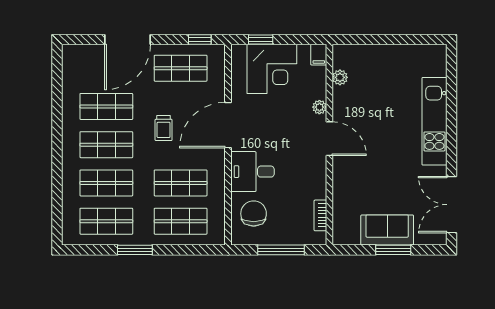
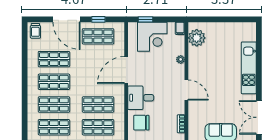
door: (127, 40) -> (66, 19), hinge flipped
window: (200, 40) -> (98, 19), moved
plant: (340, 77) -> (197, 38), width x1.87, depth x1.87
trolley: (164, 128) -> (35, 31), moved
door: (329, 139) -> (186, 90), moved
chair: (254, 214) -> (141, 123), turned -90

